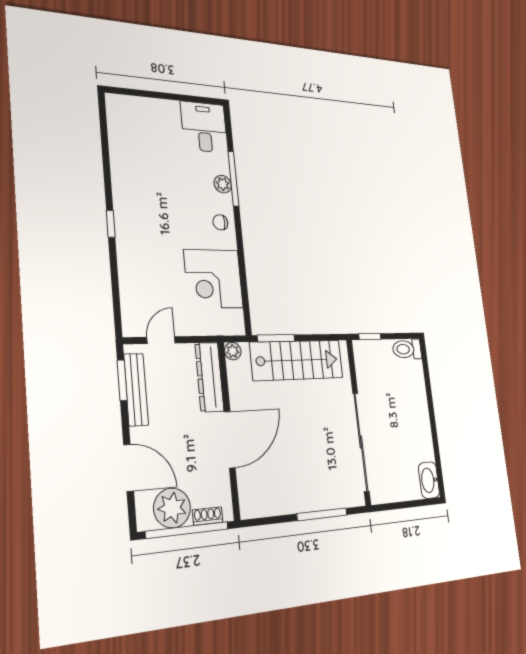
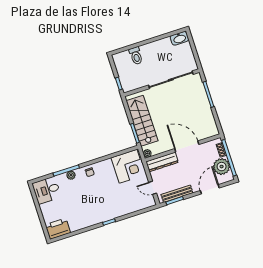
printer: (123, 117) -> (58, 229), added
corner desk: (213, 279) -> (128, 166), moved
toilet: (407, 349) -> (136, 56), moved

